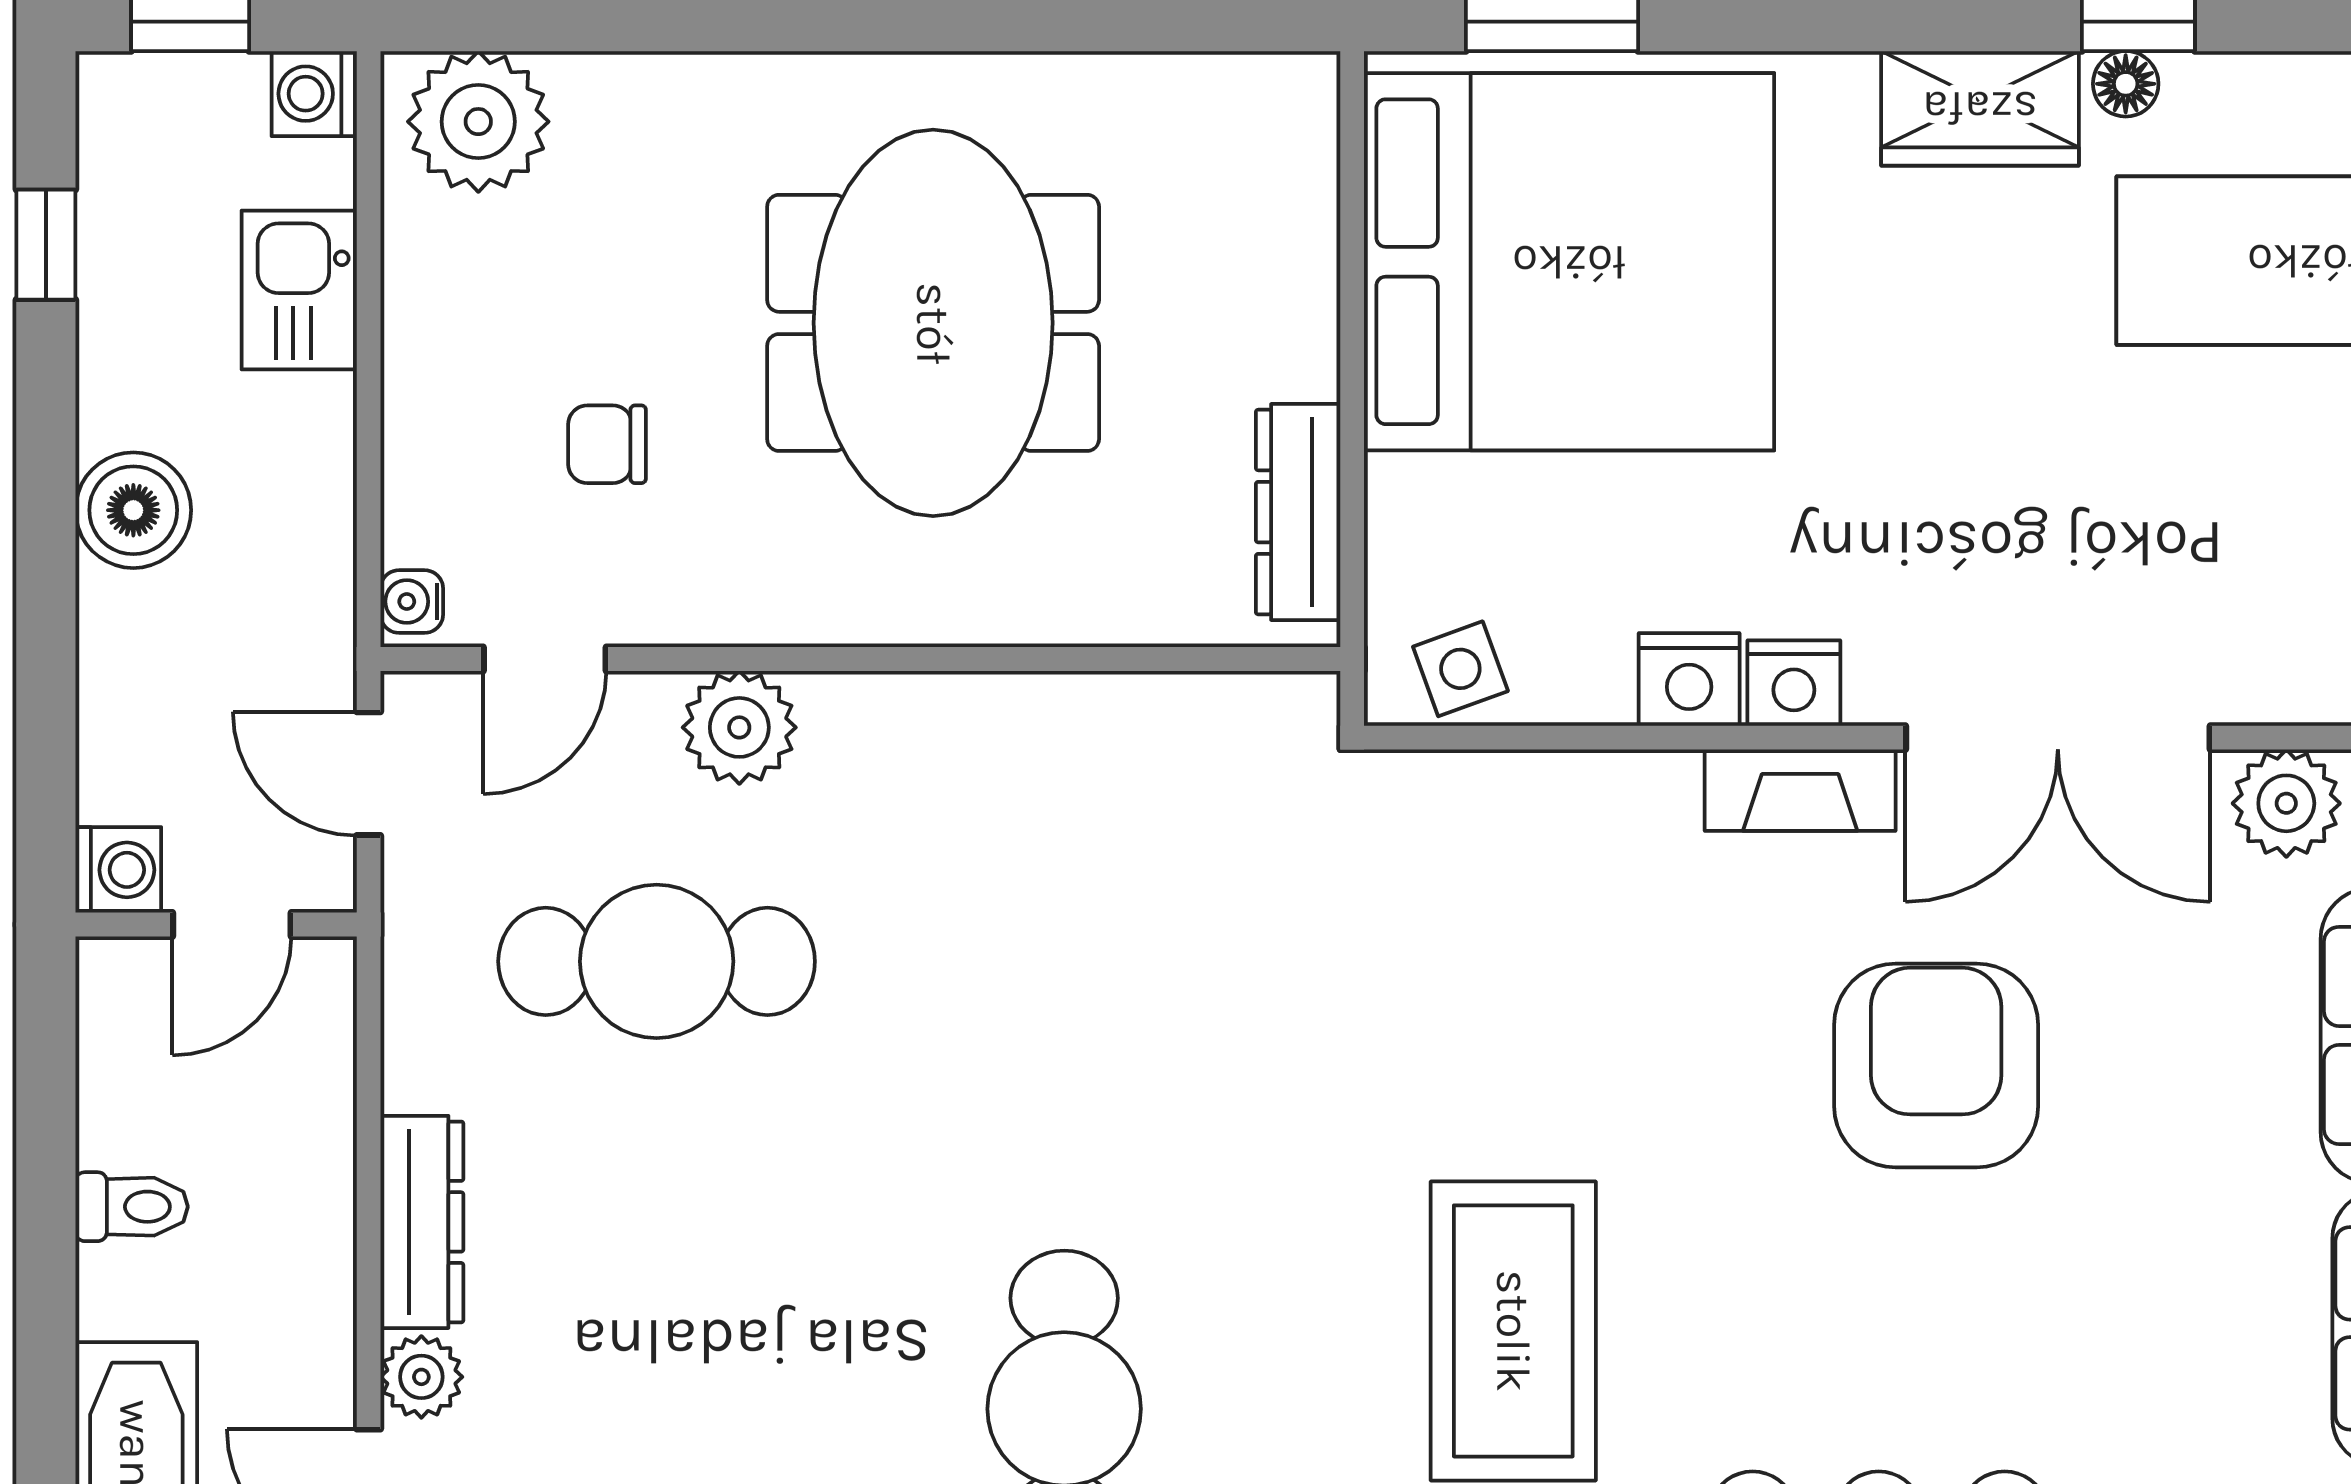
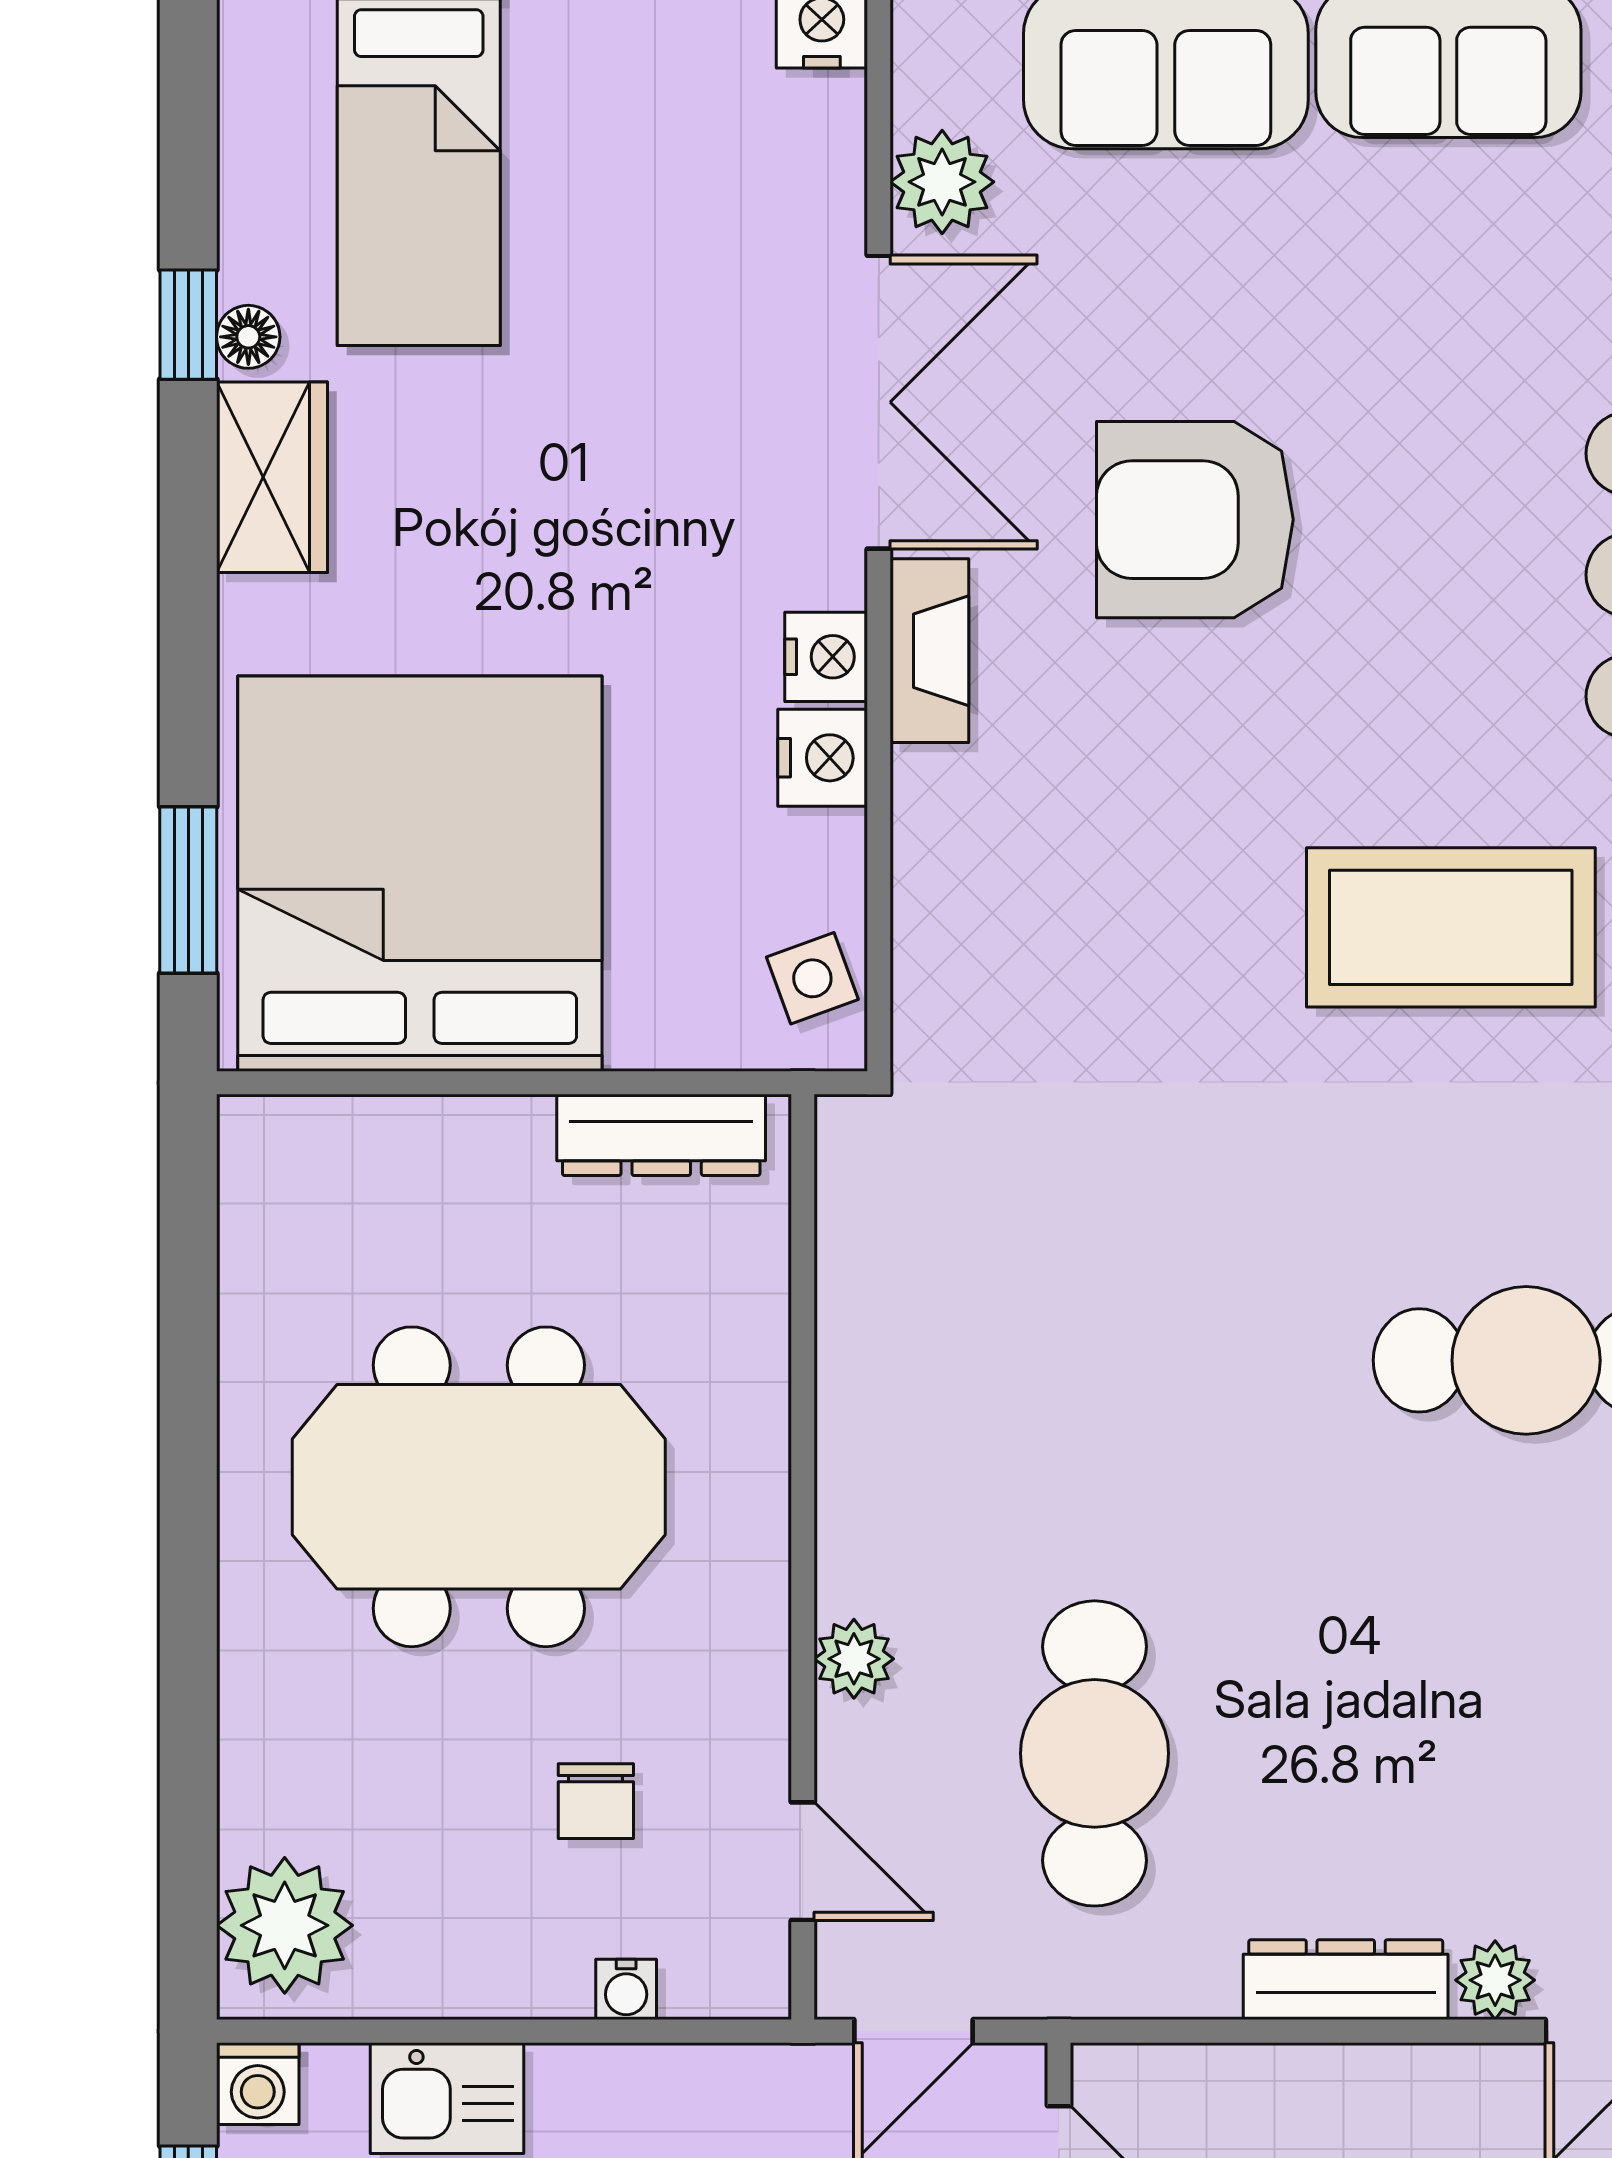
water cooler: (412, 602) -> (626, 1989), moved
plant: (739, 727) -> (854, 1659), width x0.73, depth x0.73

